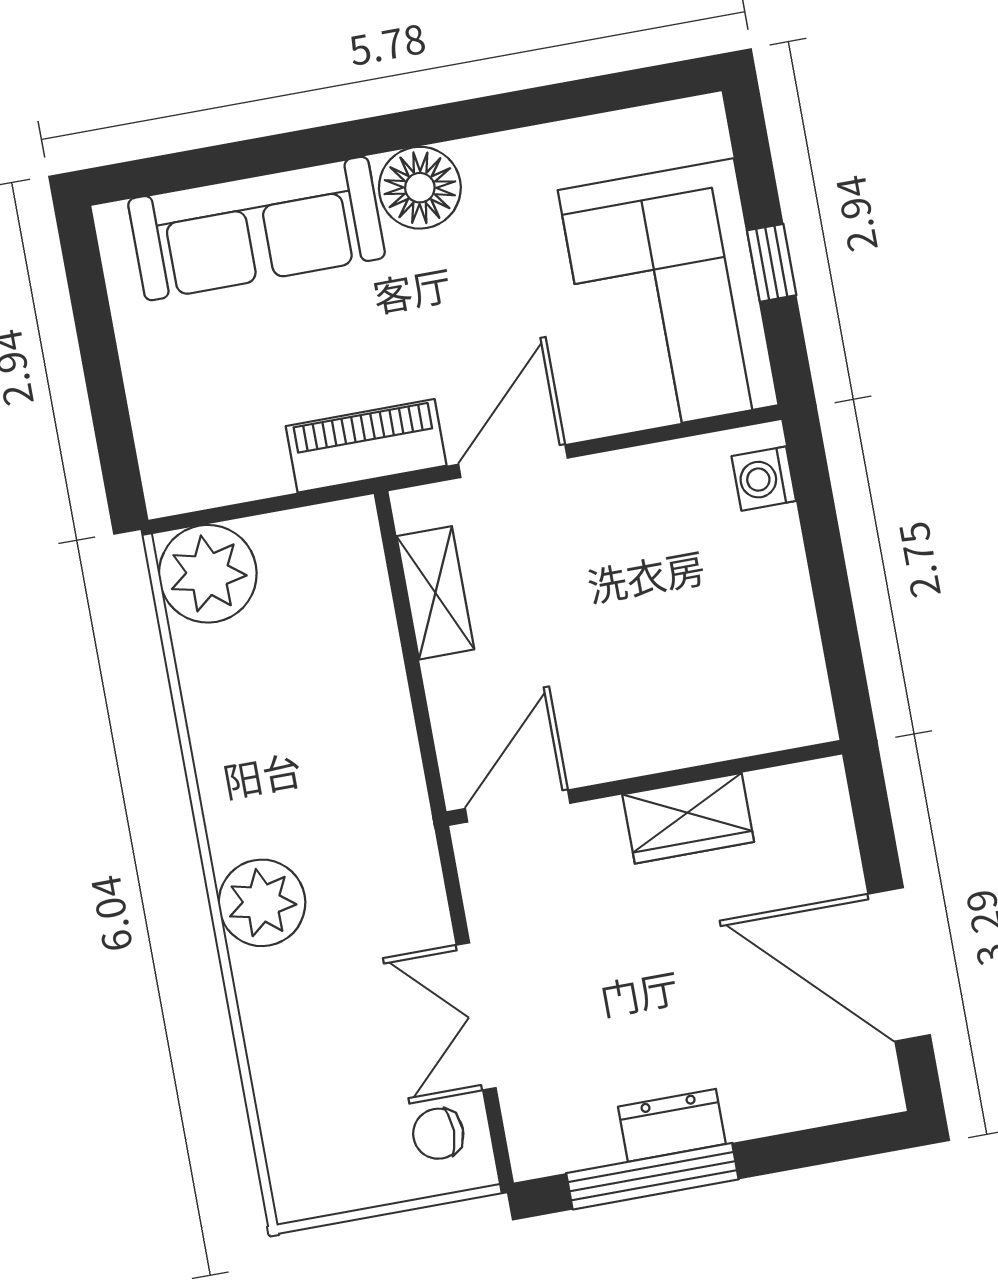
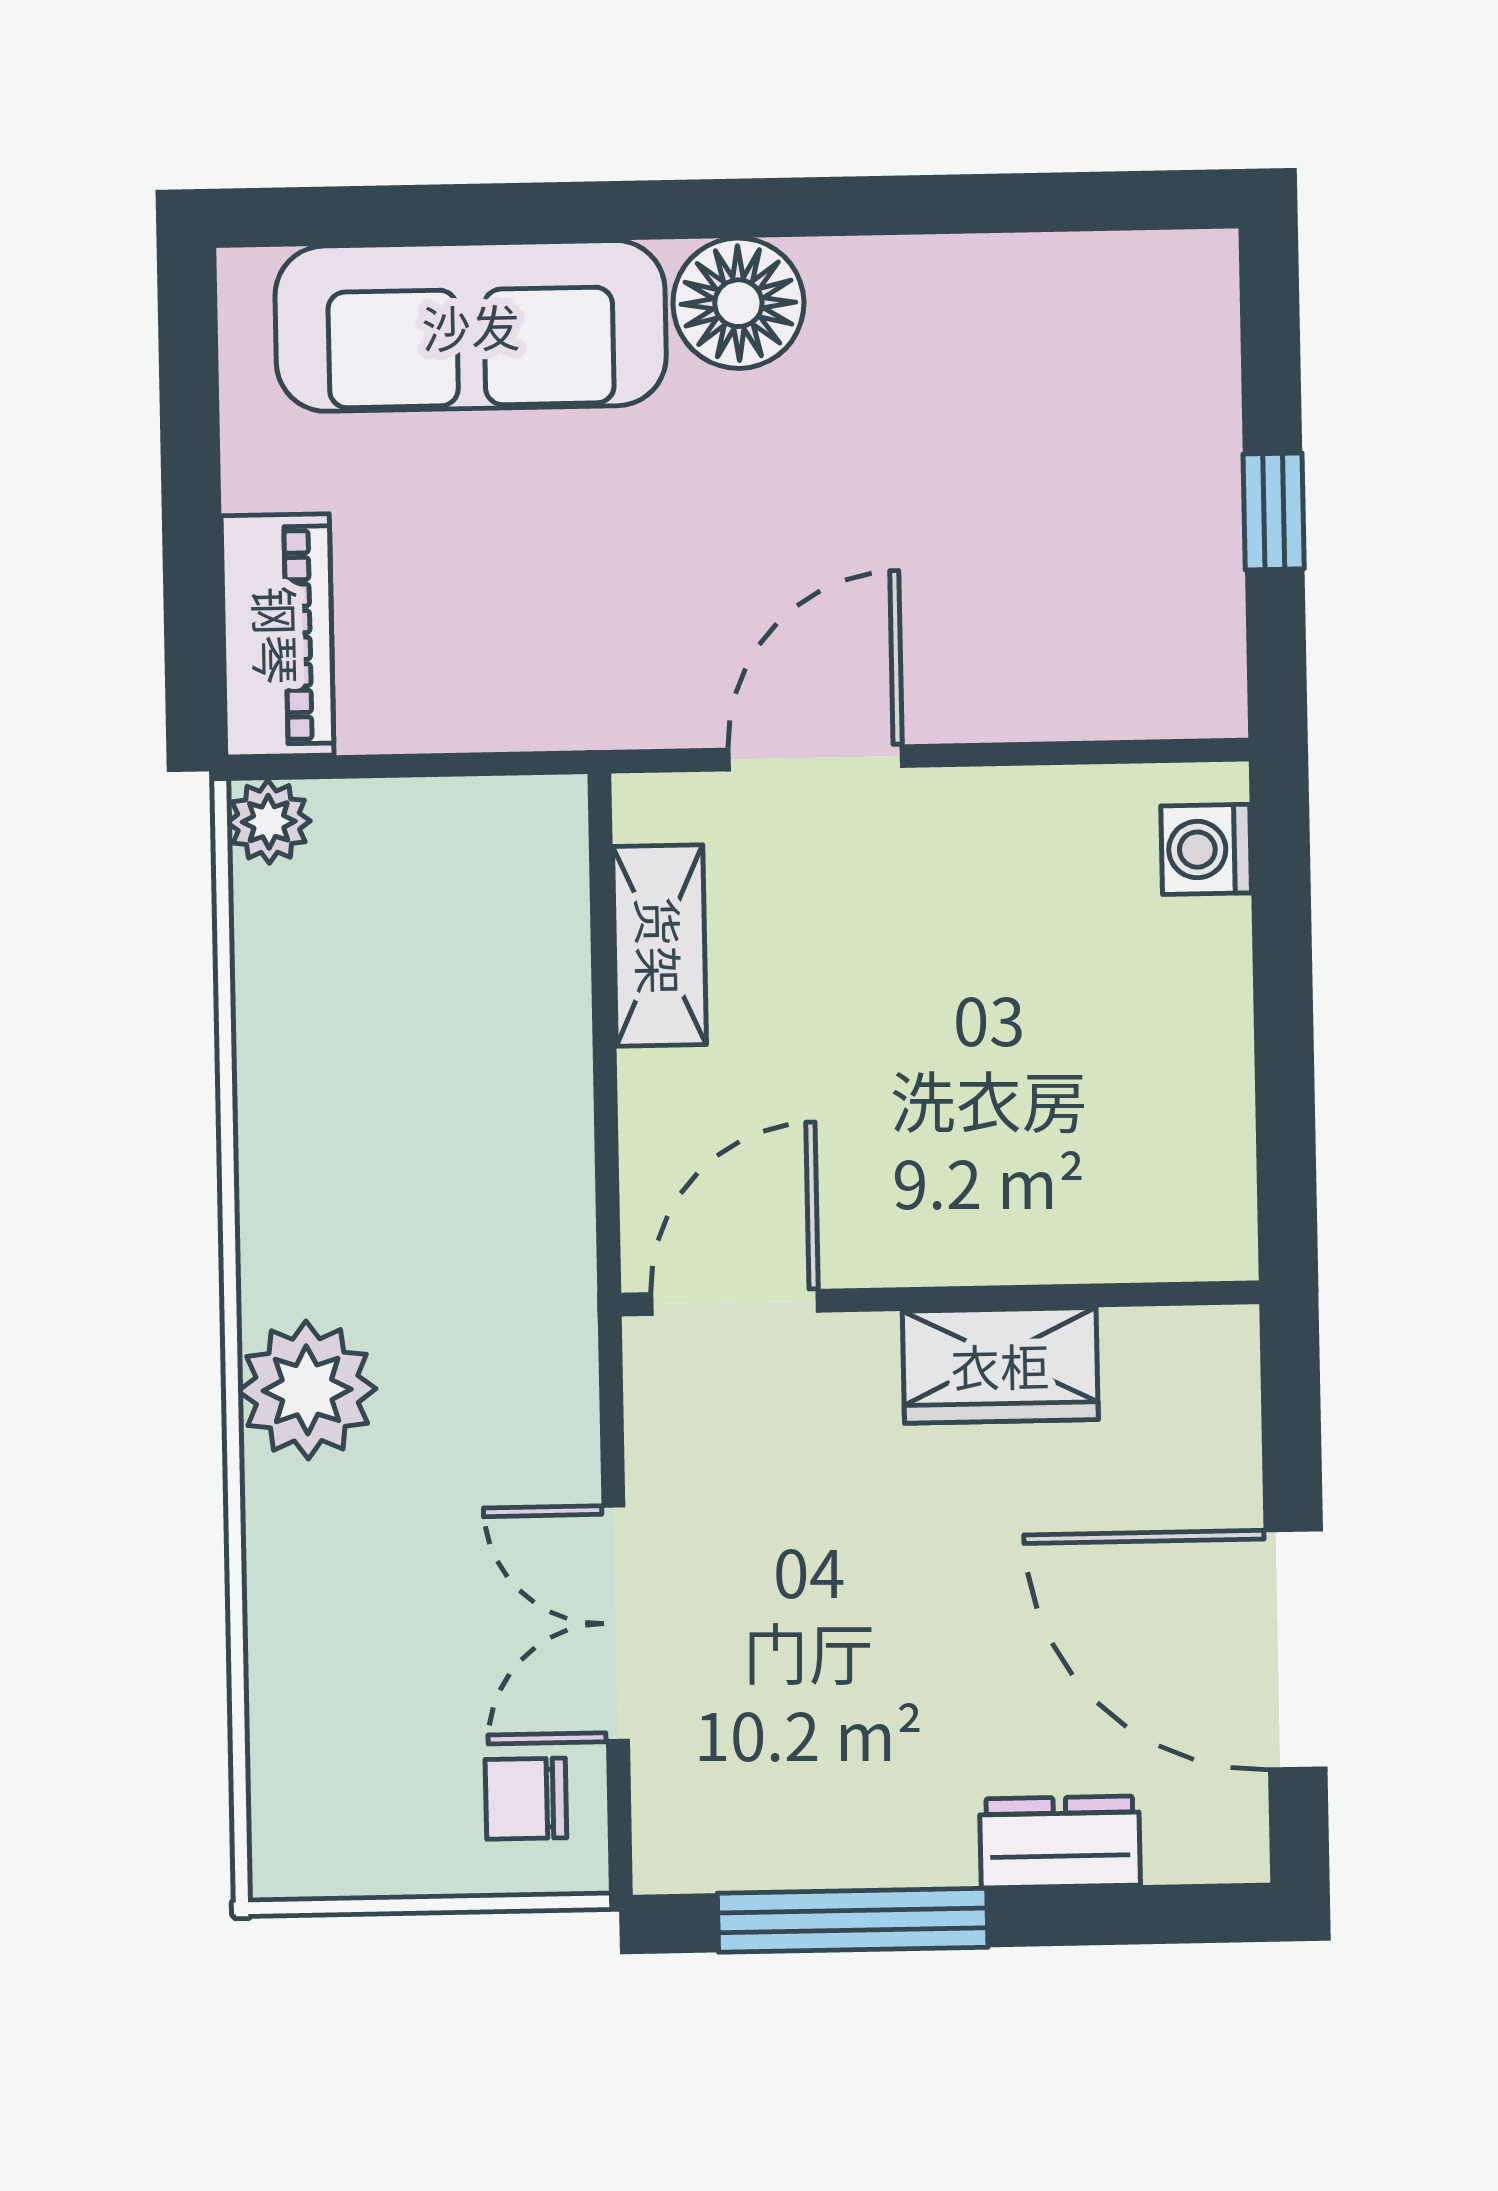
corner sofa: (668, 298) -> (1102, 540), removed
piano: (366, 446) -> (277, 635), moved, turned 90
plant: (208, 574) -> (269, 822), width x0.53, depth x0.53
dresser: (672, 1125) -> (1060, 1842), moved

